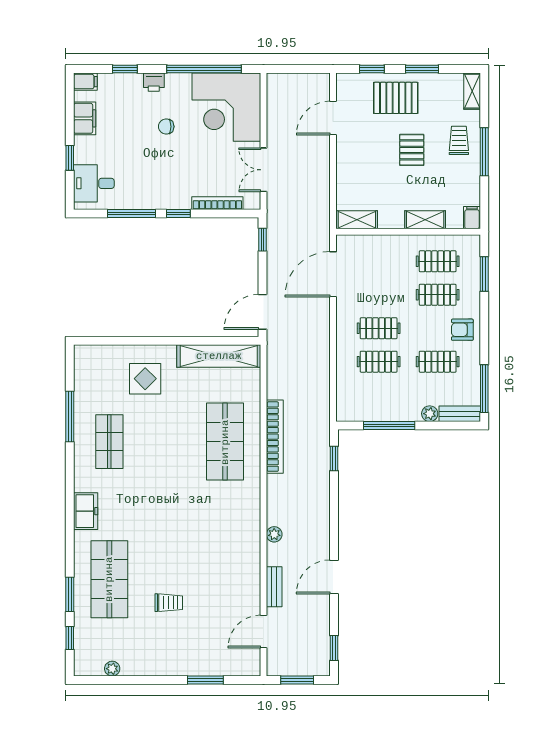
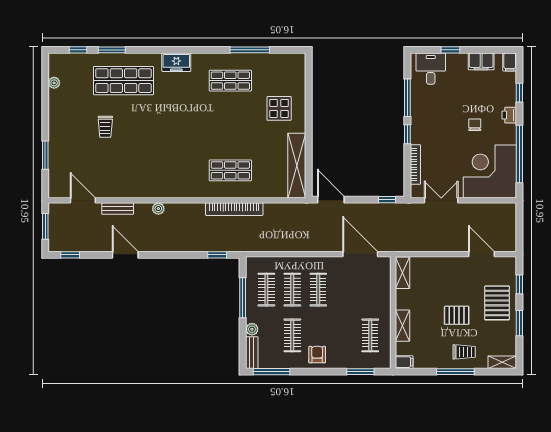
clothes rail: (438, 295) -> (266, 290), moved
shop shelf: (225, 442) -> (230, 170), width x0.70, depth x0.74

